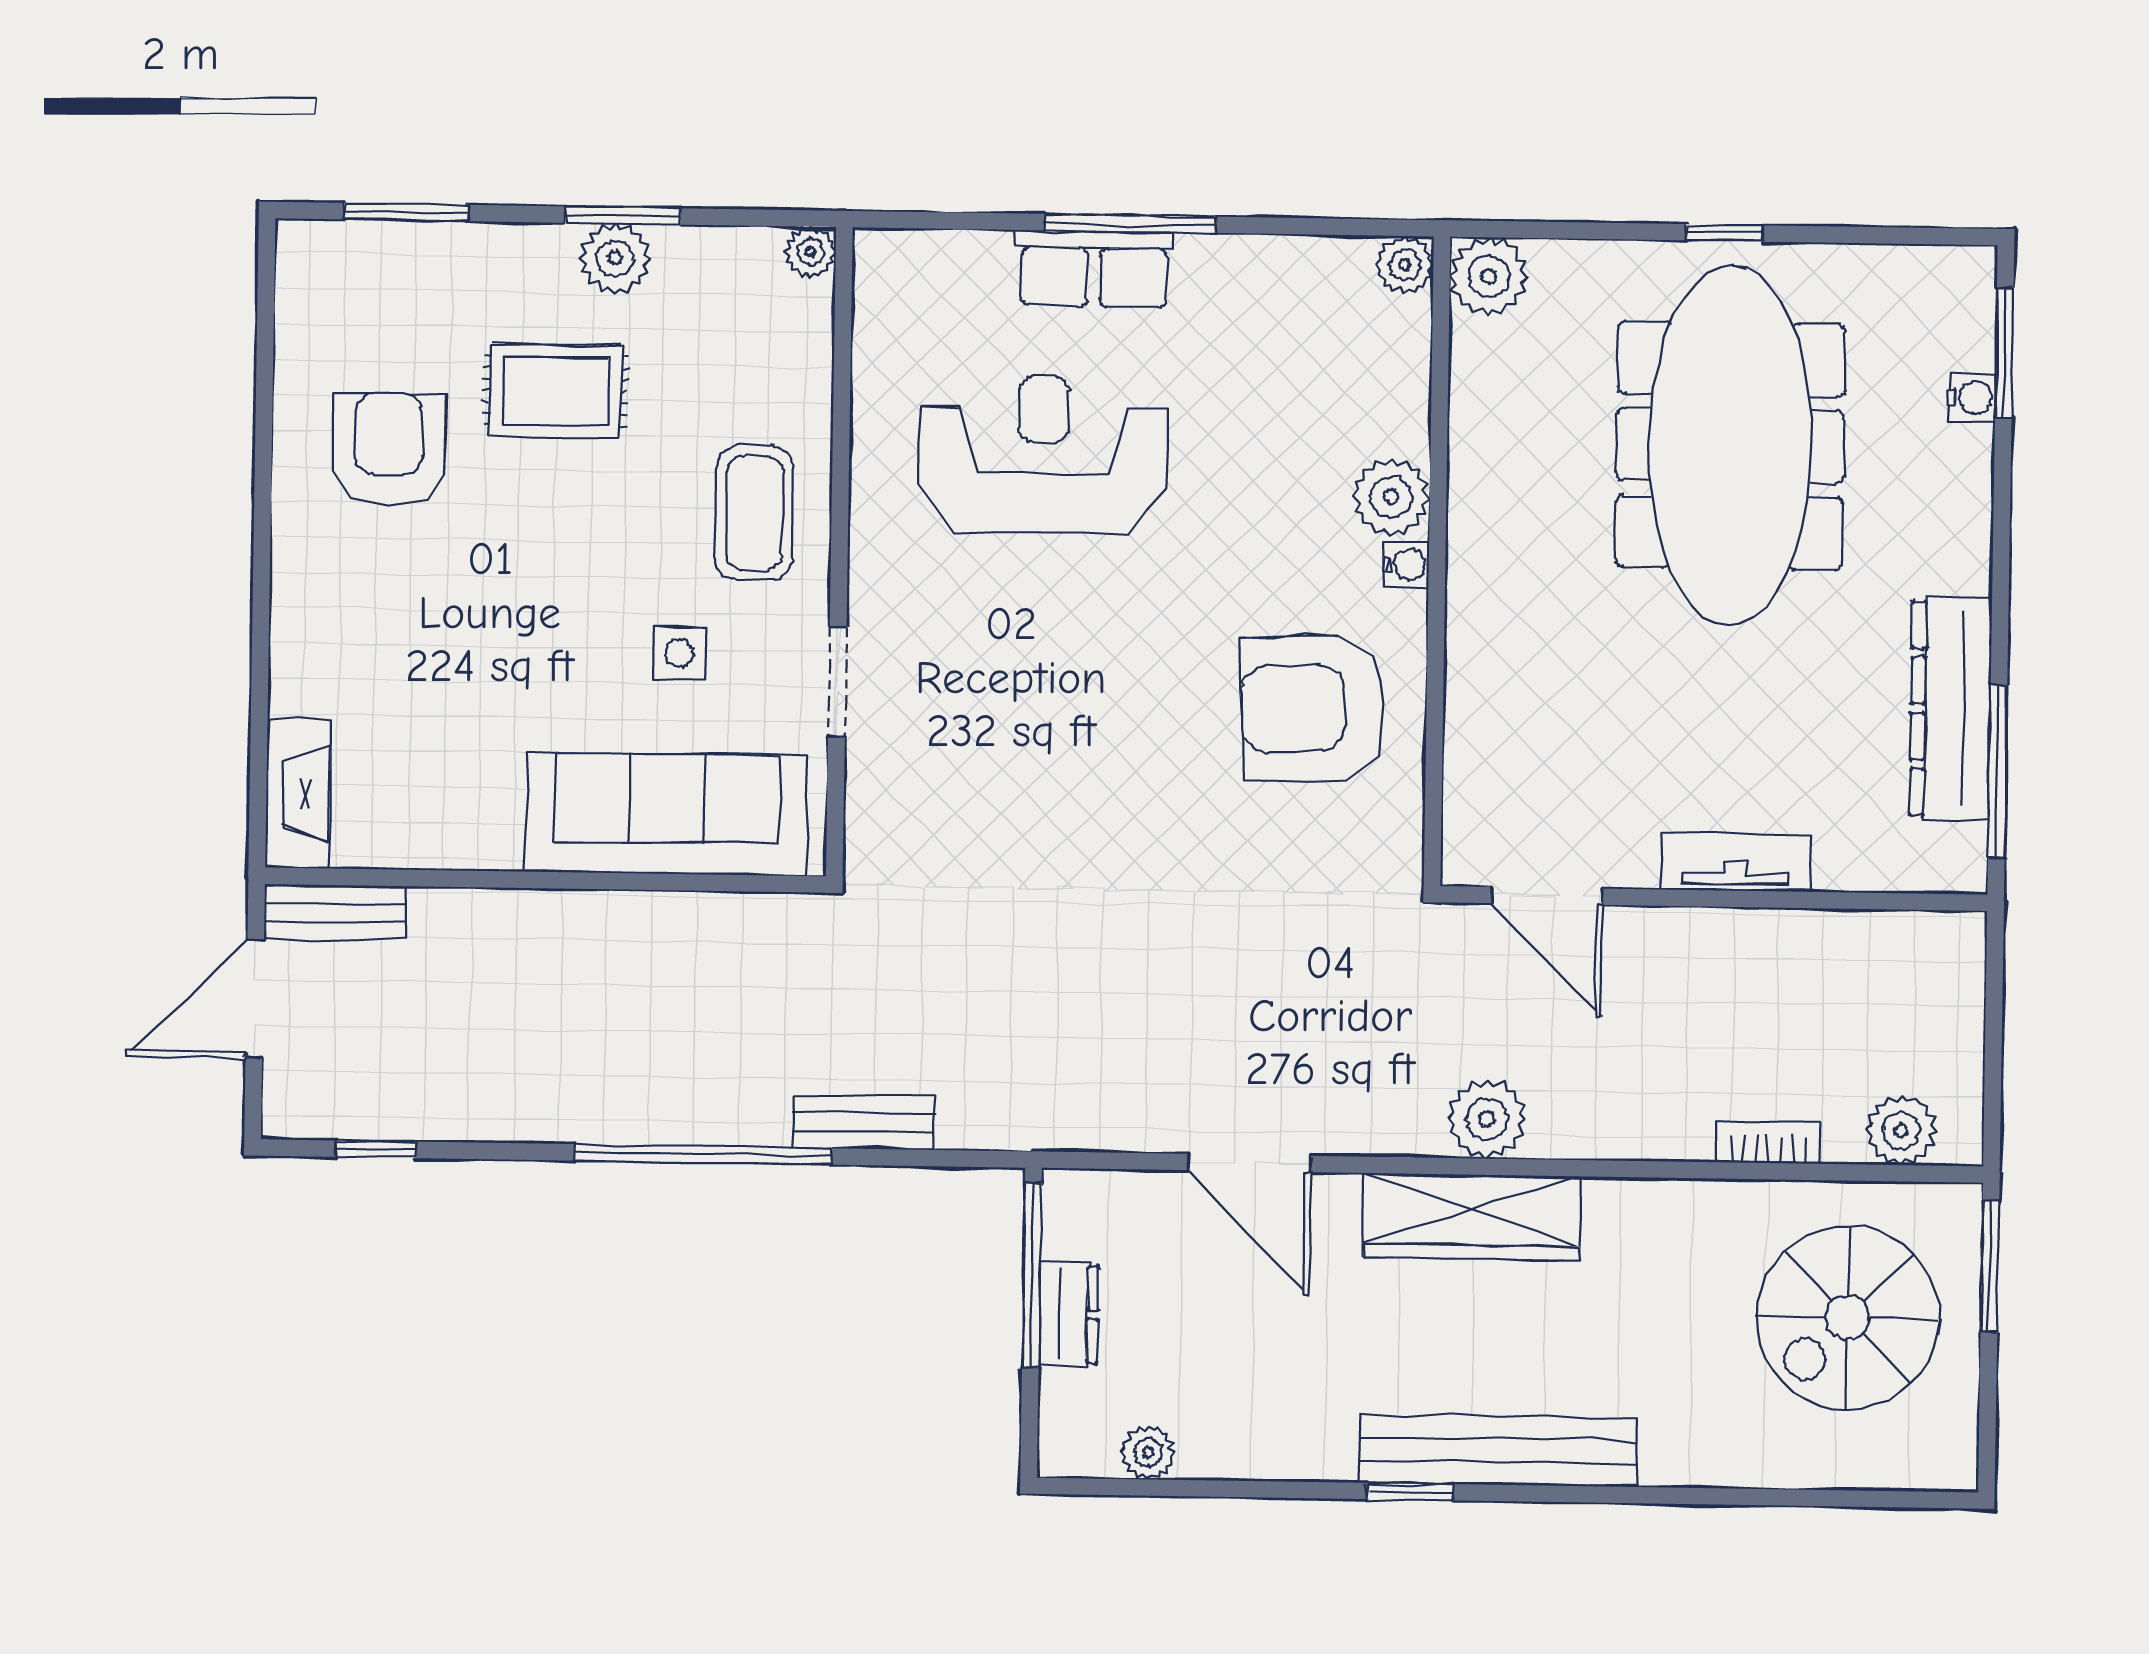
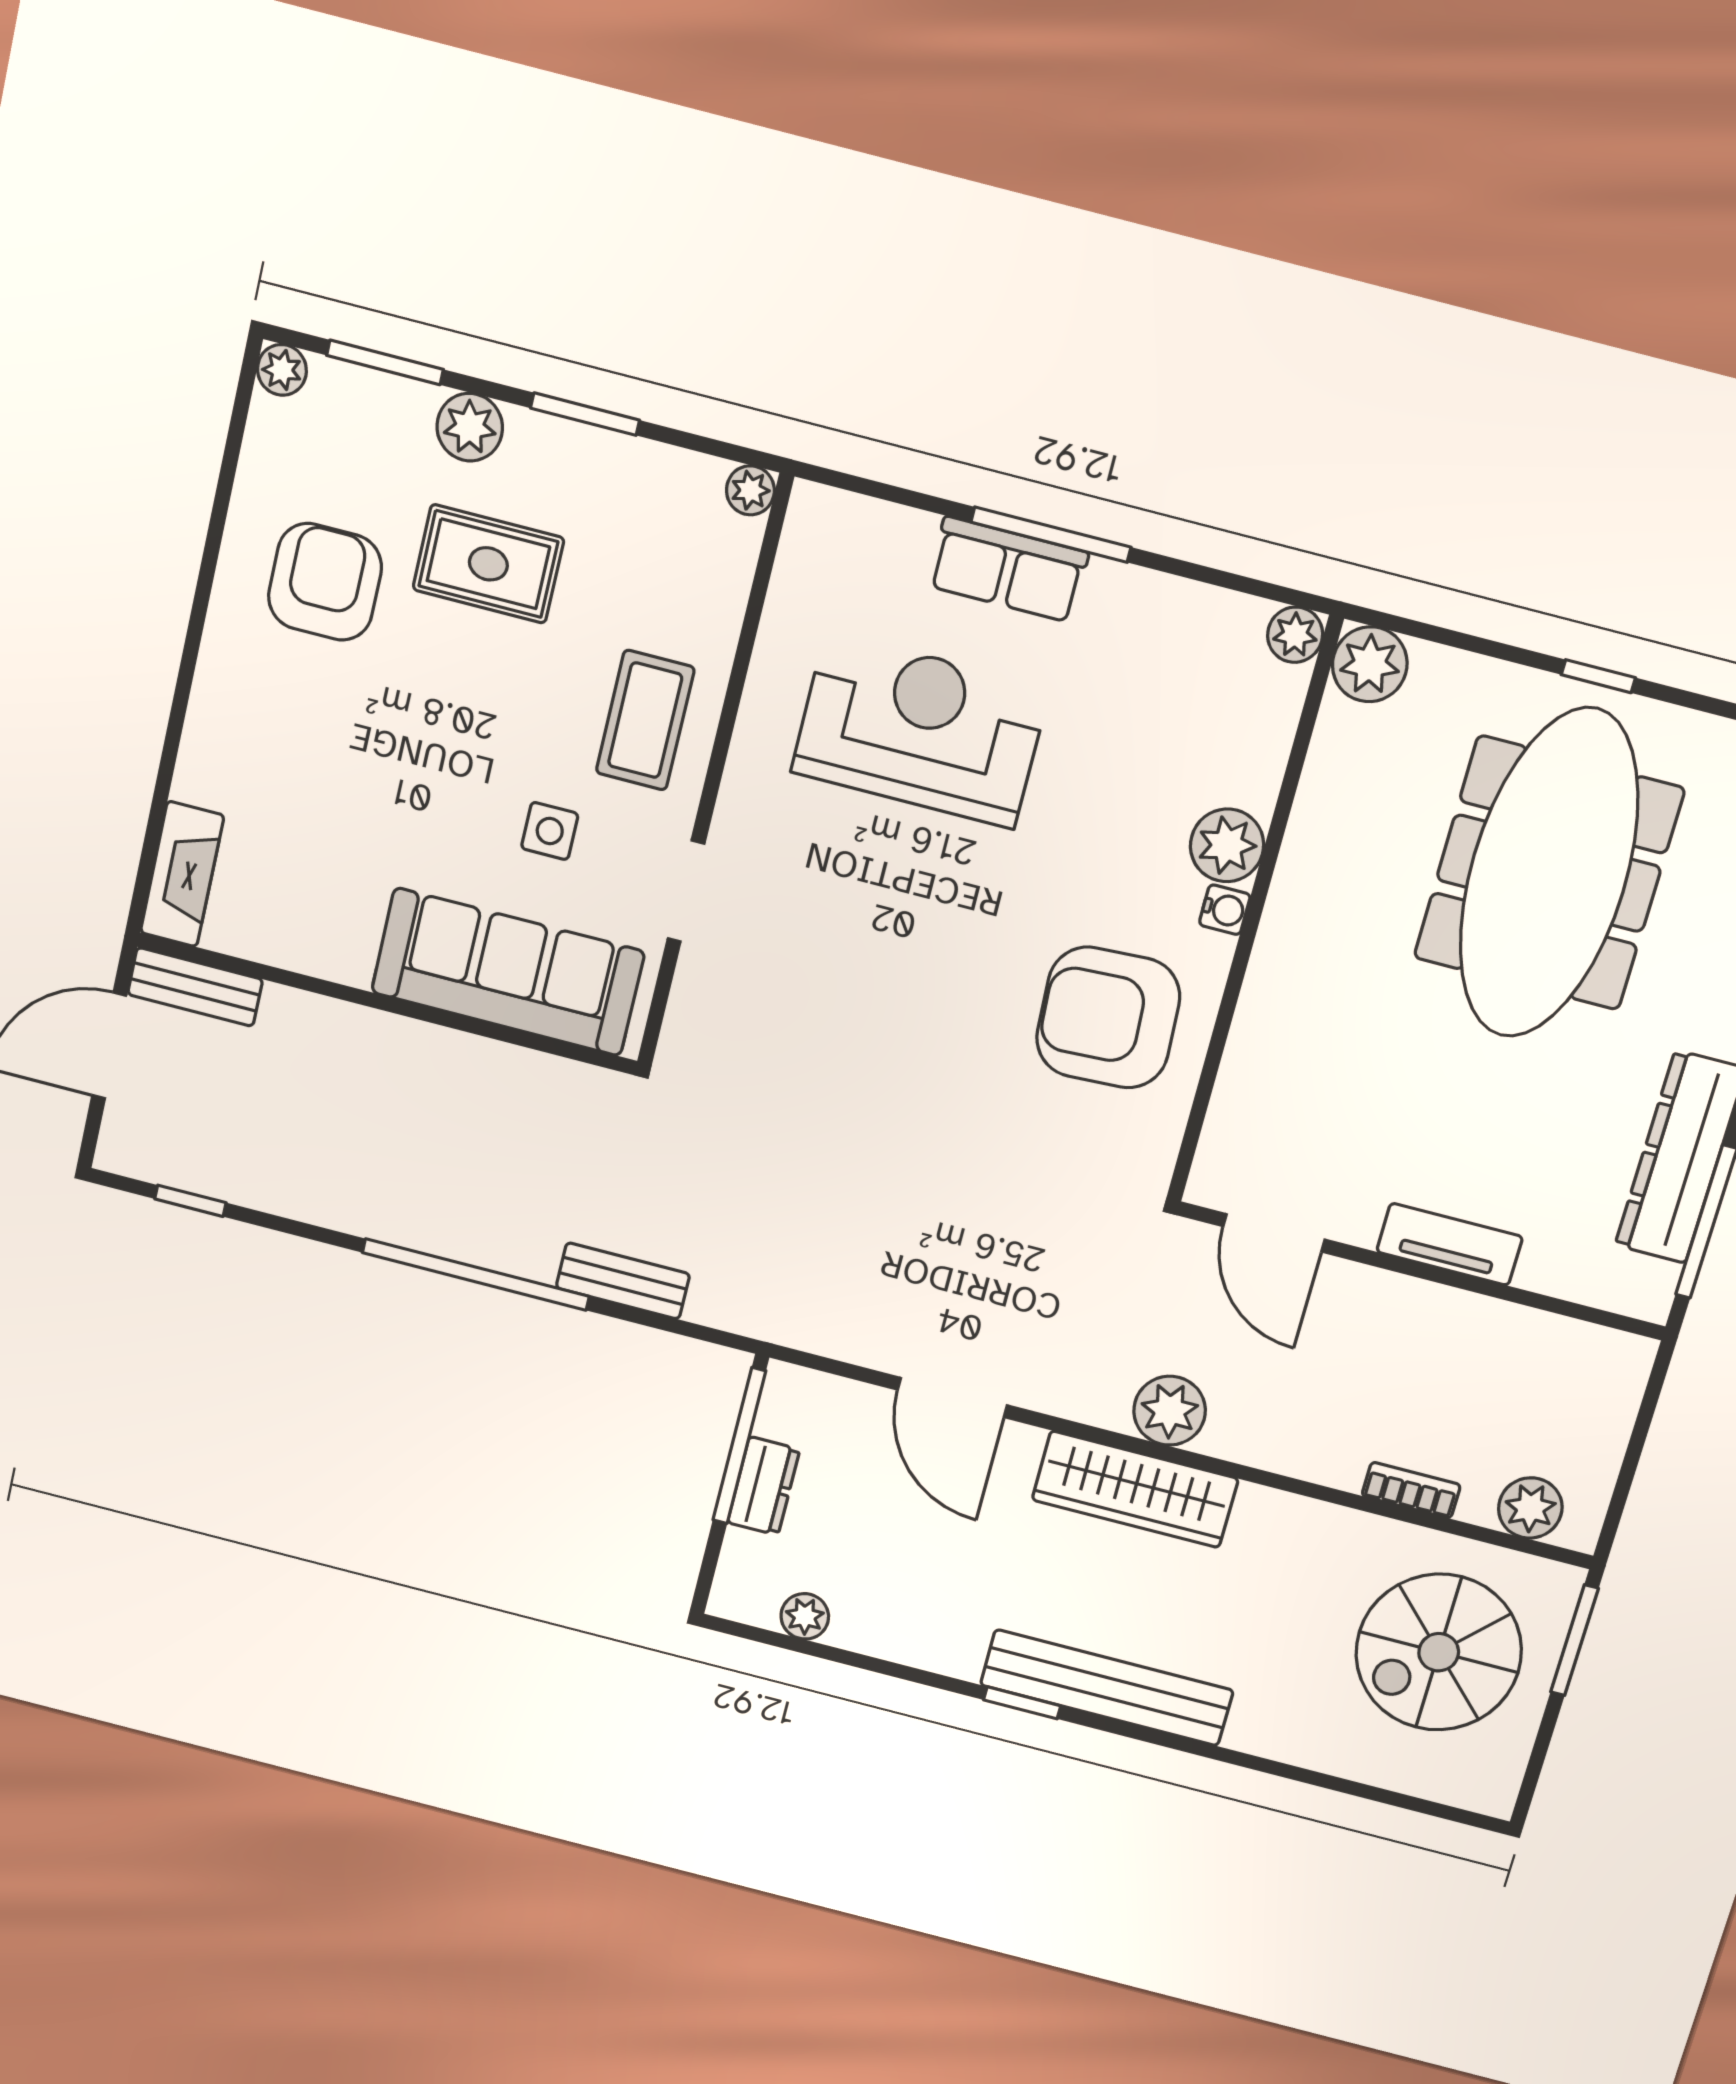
plant: (301, 245) -> (282, 370), added
plant: (615, 258) -> (470, 427), moved

